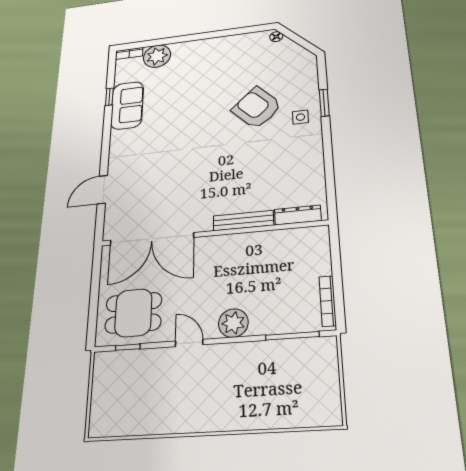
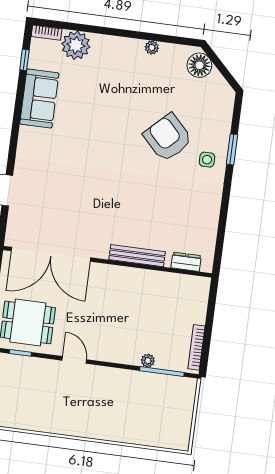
floor lamp: (276, 37) -> (199, 65), width x1.89, depth x1.89
plant: (228, 41) -> (152, 48), added
window: (109, 97) -> (24, 60), moved
dresser: (298, 215) -> (186, 262), width x0.70
plant: (233, 323) -> (148, 361), moved, width x0.53, depth x0.53

